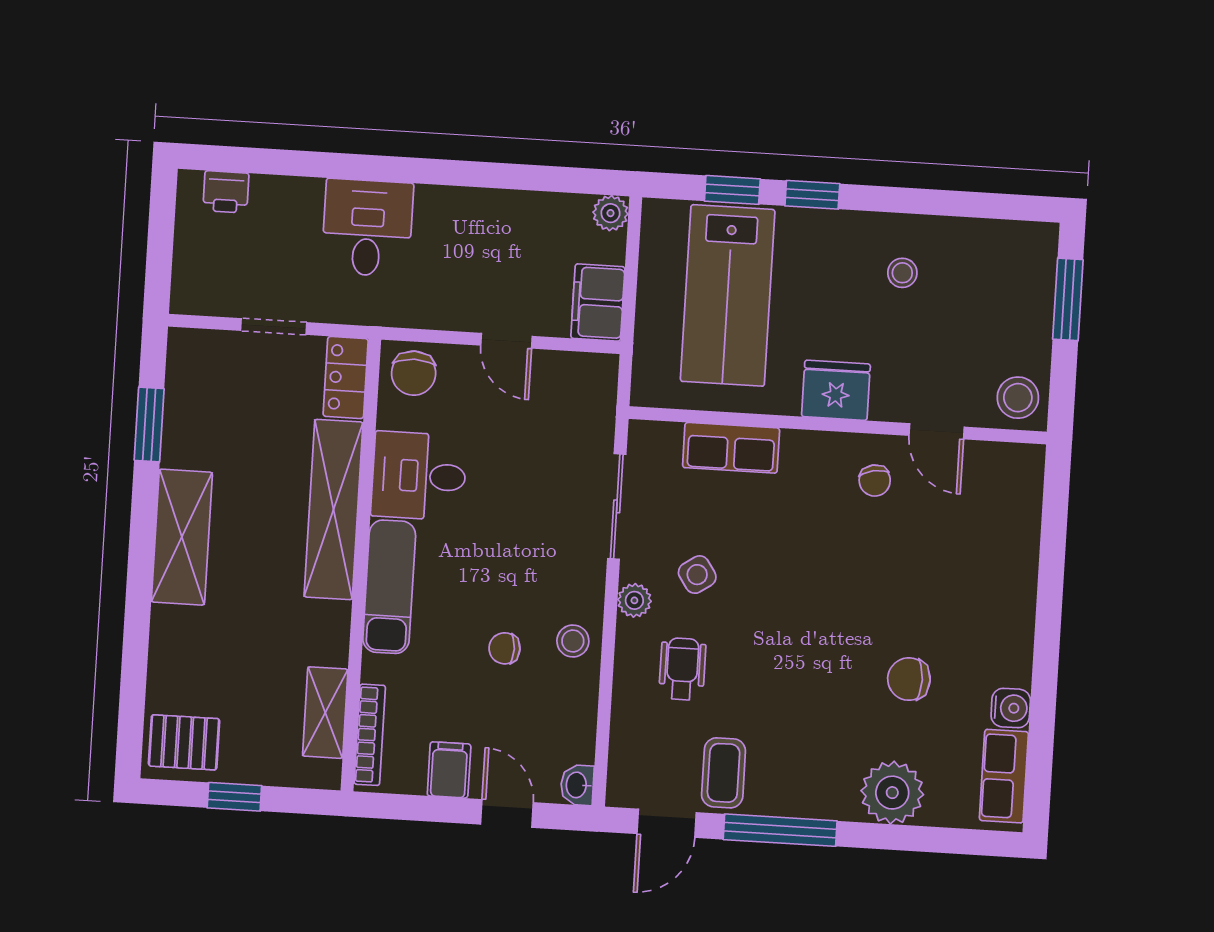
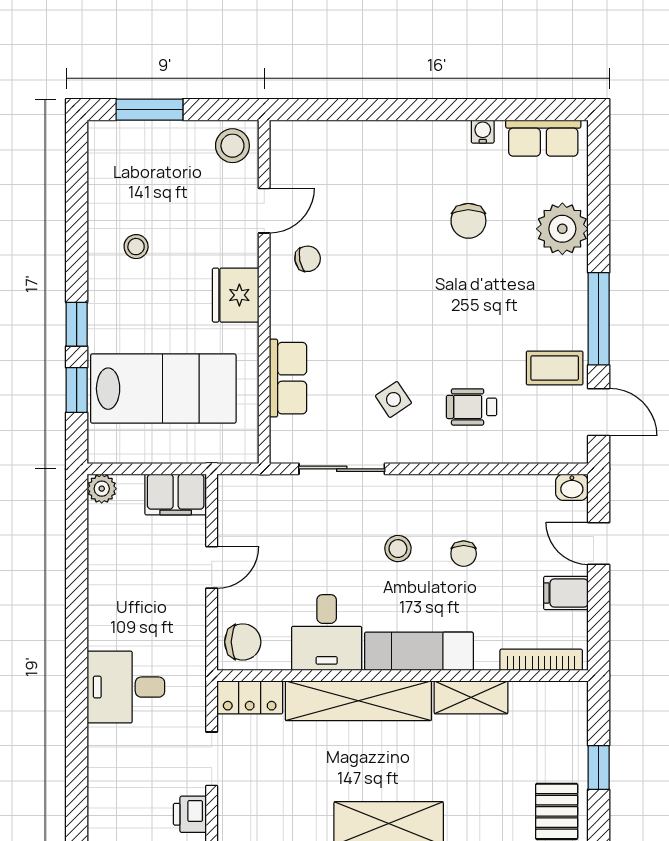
printer: (226, 192) -> (190, 814), moved, turned 180
plant: (634, 600) -> (418, 450), removed
stool: (573, 641) -> (398, 549), moved
water cooler: (1011, 708) -> (483, 132), width x0.72, depth x0.72
shelving: (325, 713) -> (471, 697), moved
door: (507, 813) -> (599, 543), hinge flipped

